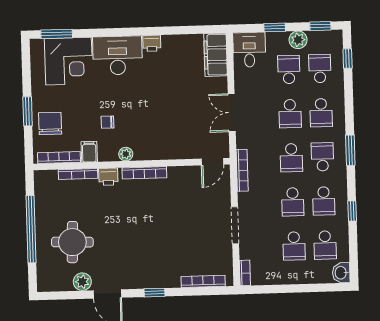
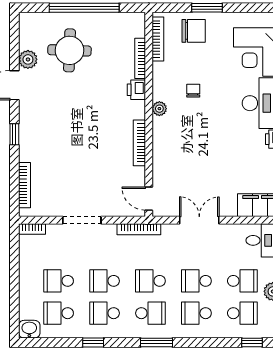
filing cabinet: (89, 152) -> (163, 71), removed
bookcase: (144, 173) -> (139, 143), moved

